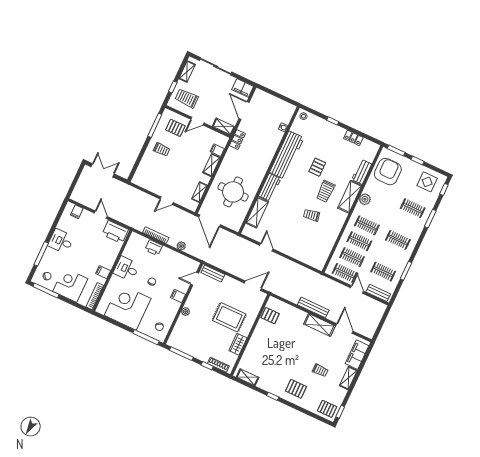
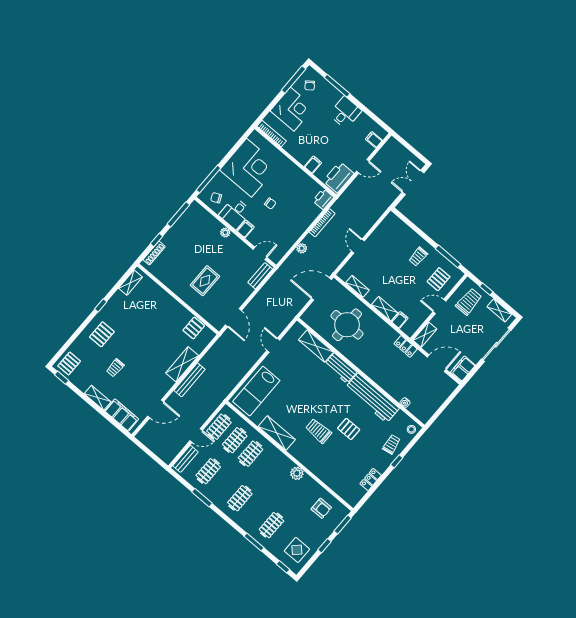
door: (197, 121) -> (439, 306), hinge flipped
double door: (103, 170) -> (413, 183), swing flipped
workbench: (362, 172) -> (329, 478), removed
armchair: (388, 172) -> (321, 508), width x0.53, depth x0.53
shelving: (350, 197) -> (277, 433), moved
trolley: (312, 215) -> (391, 444), moved
clothes rail: (367, 225) -> (266, 467), removed
door: (266, 247) -> (273, 345), swing flipped
printer: (154, 248) -> (323, 199), moved
lab bench: (307, 251) -> (256, 391), added
desk: (126, 269) -> (235, 213), moved, turned 180
filing cabinet: (103, 272) -> (313, 165), moved
door: (195, 279) -> (260, 253), hinge flipped
rug: (229, 317) -> (205, 281), width x0.73, depth x0.70
shelving: (319, 325) -> (182, 364), moved
wardrobe: (238, 344) -> (171, 282), removed

